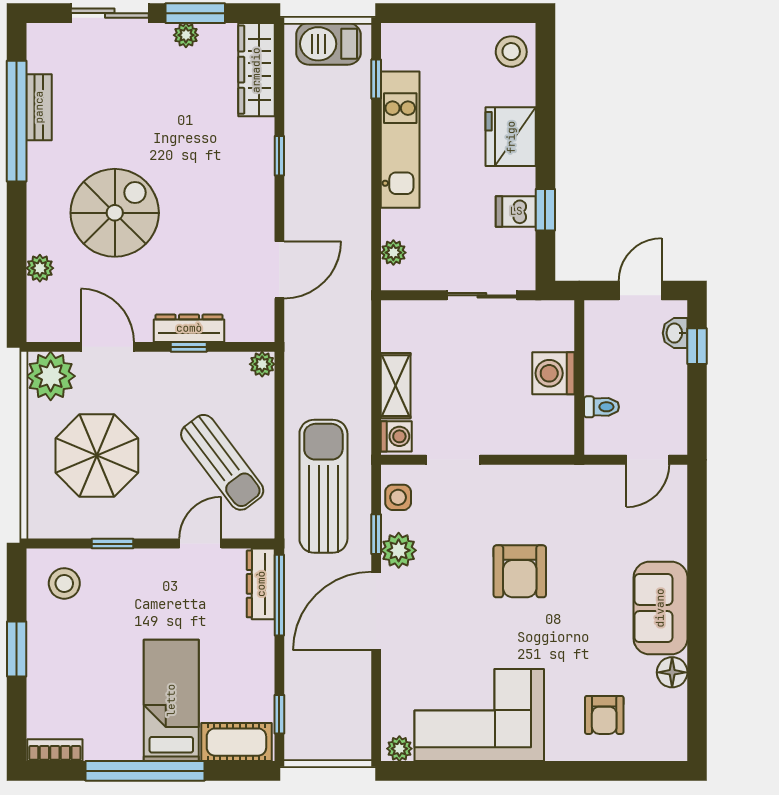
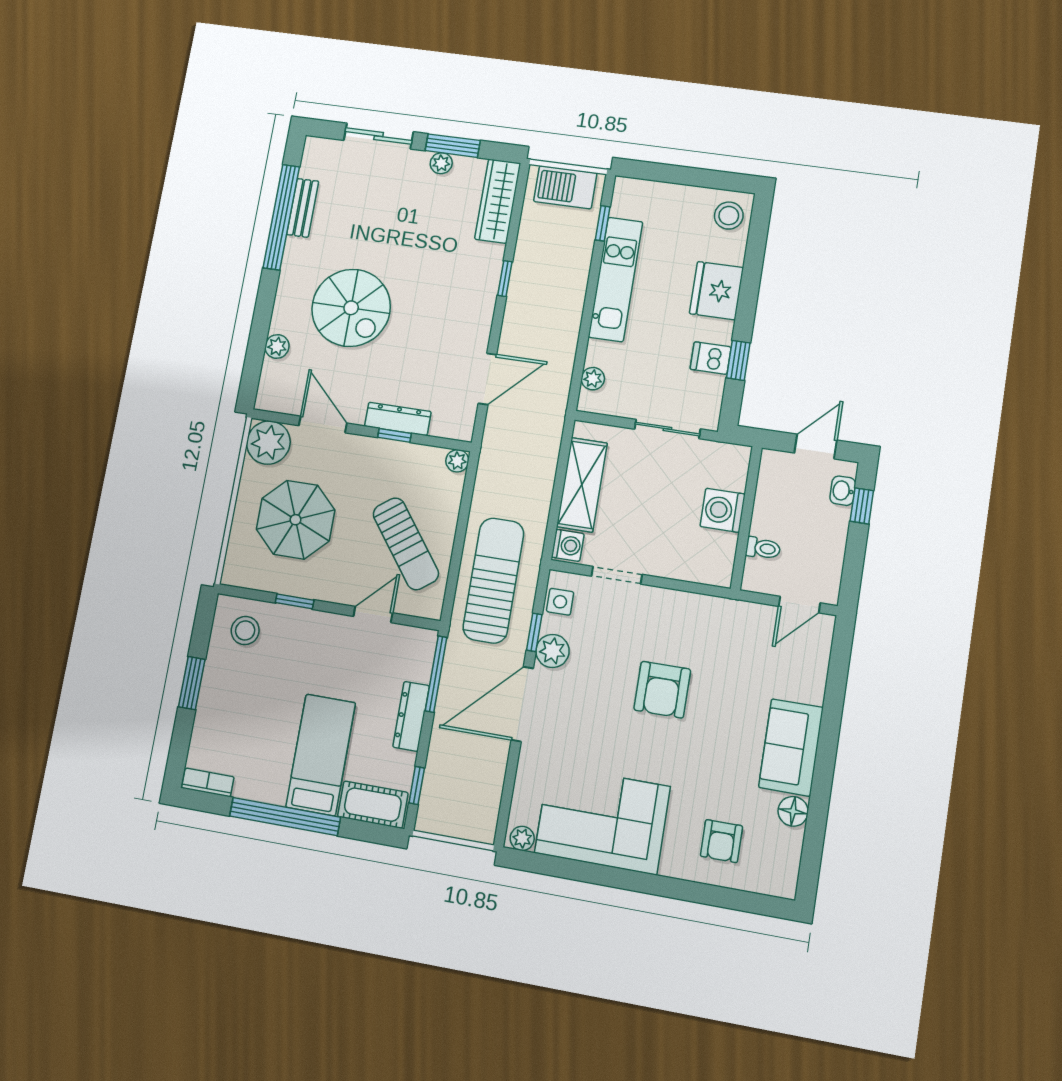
spiral stairs: (115, 213) -> (351, 308), turned 90
shelving: (396, 386) -> (582, 485), width x1.50, depth x1.33
dresser: (261, 584) -> (411, 716), moved

